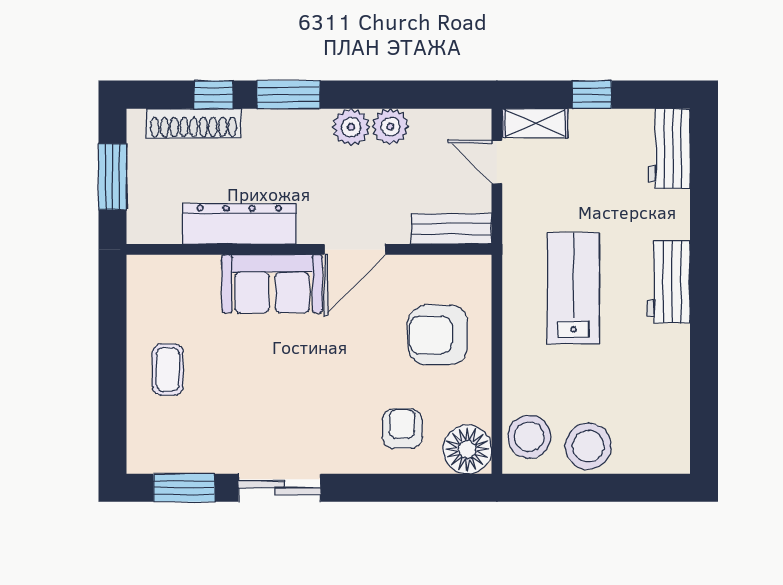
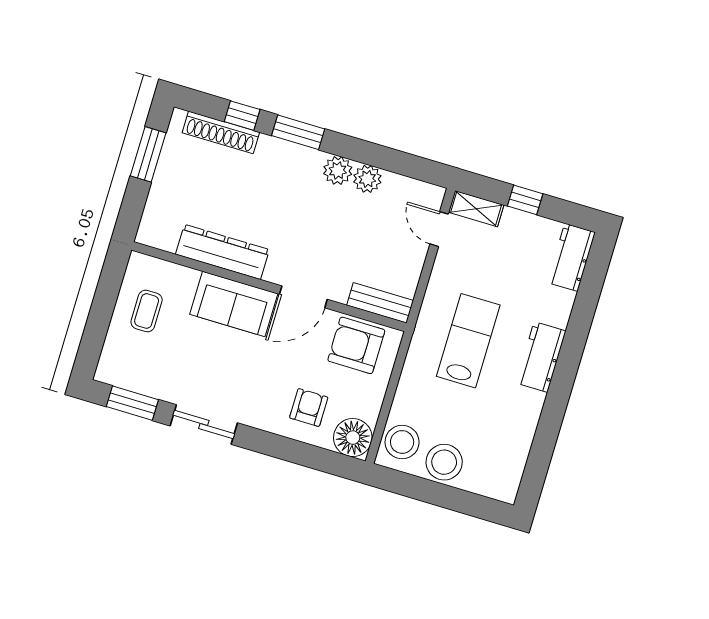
dresser: (239, 224) -> (222, 252), moved
bench: (451, 229) -> (380, 303), moved
wall: (309, 249) -> (269, 287), moved
door: (355, 249) -> (303, 297), moved
sofa: (272, 284) -> (234, 304), moved

